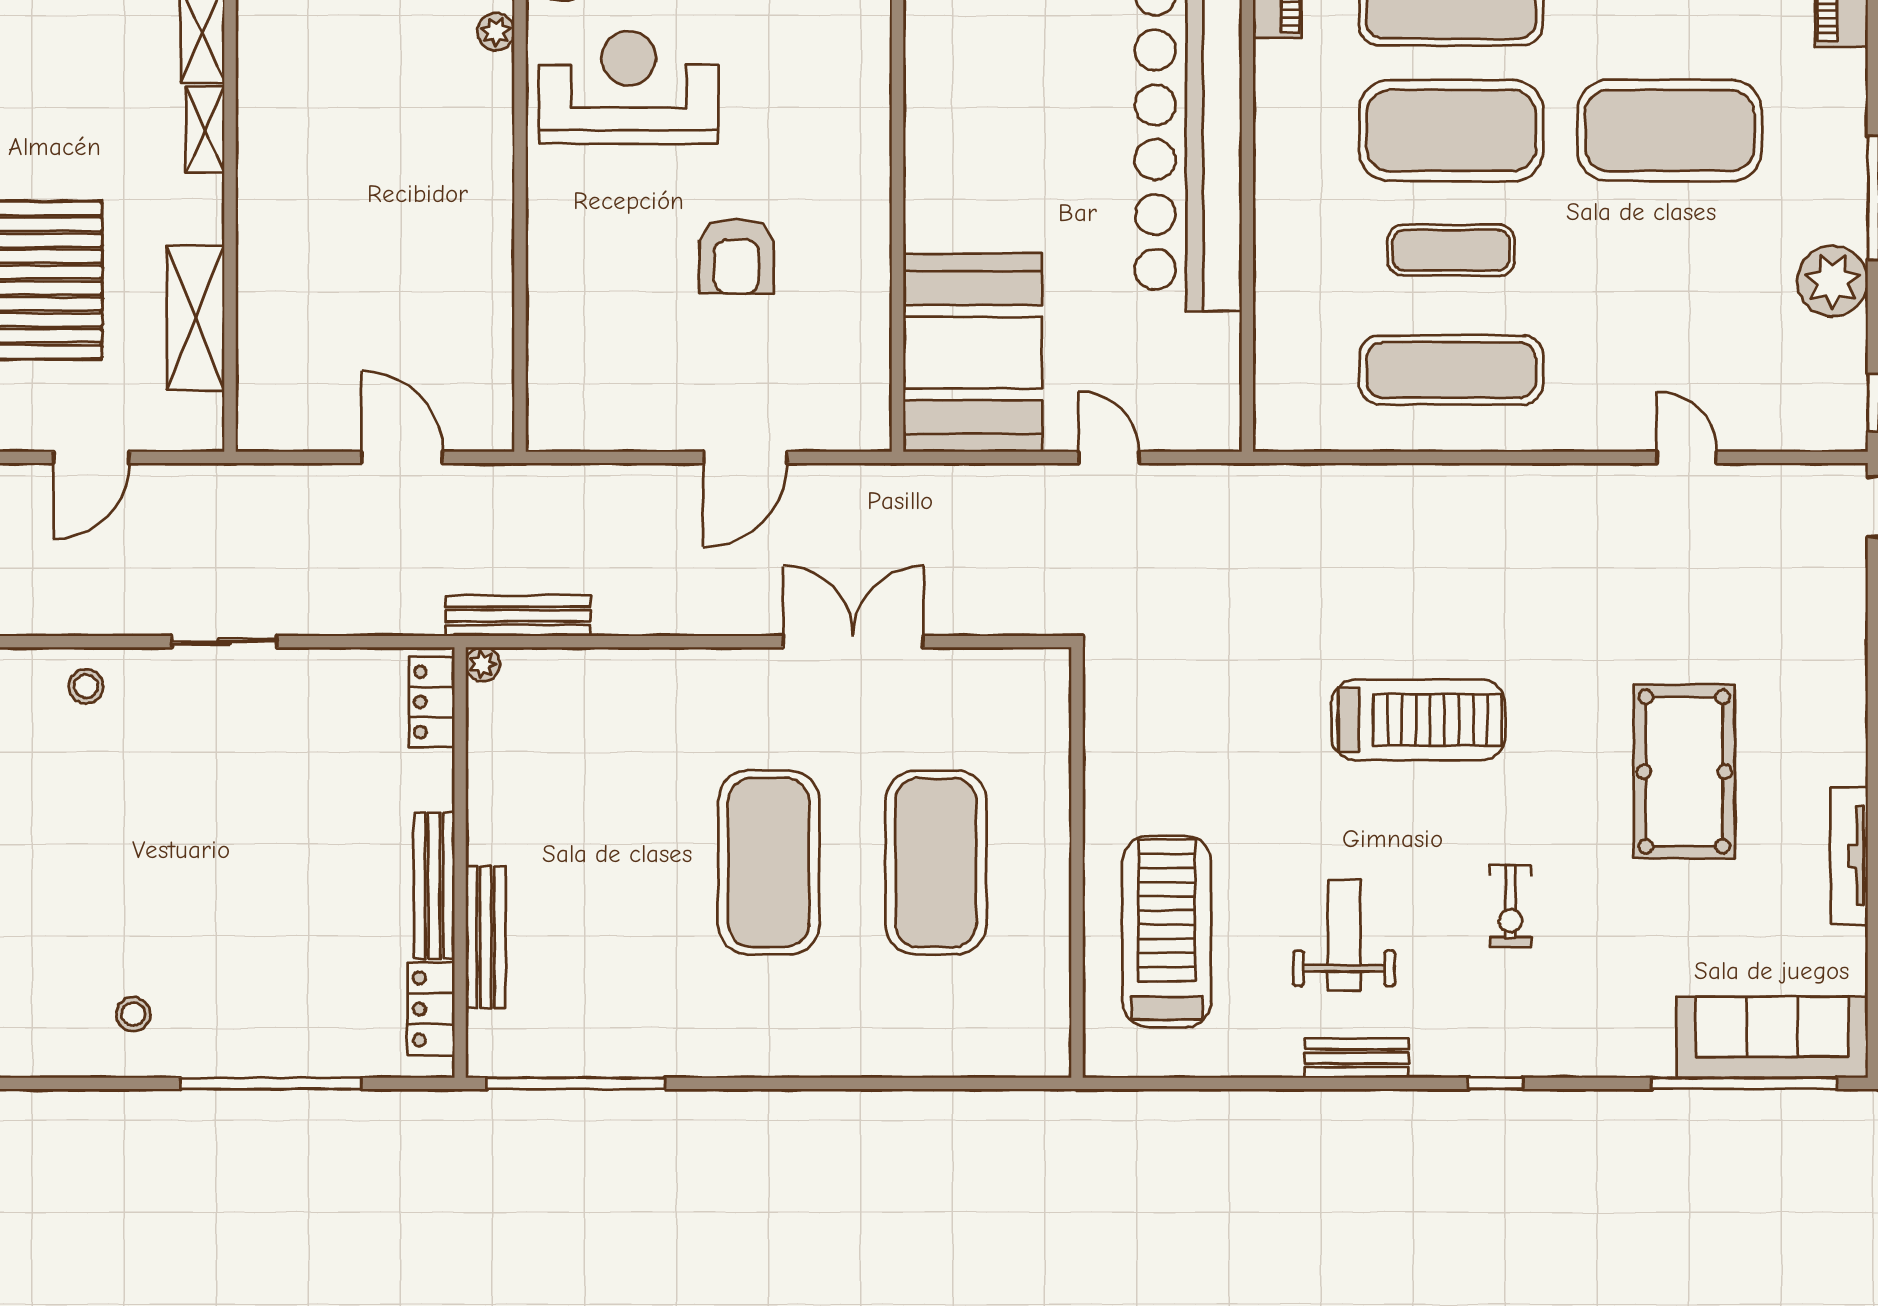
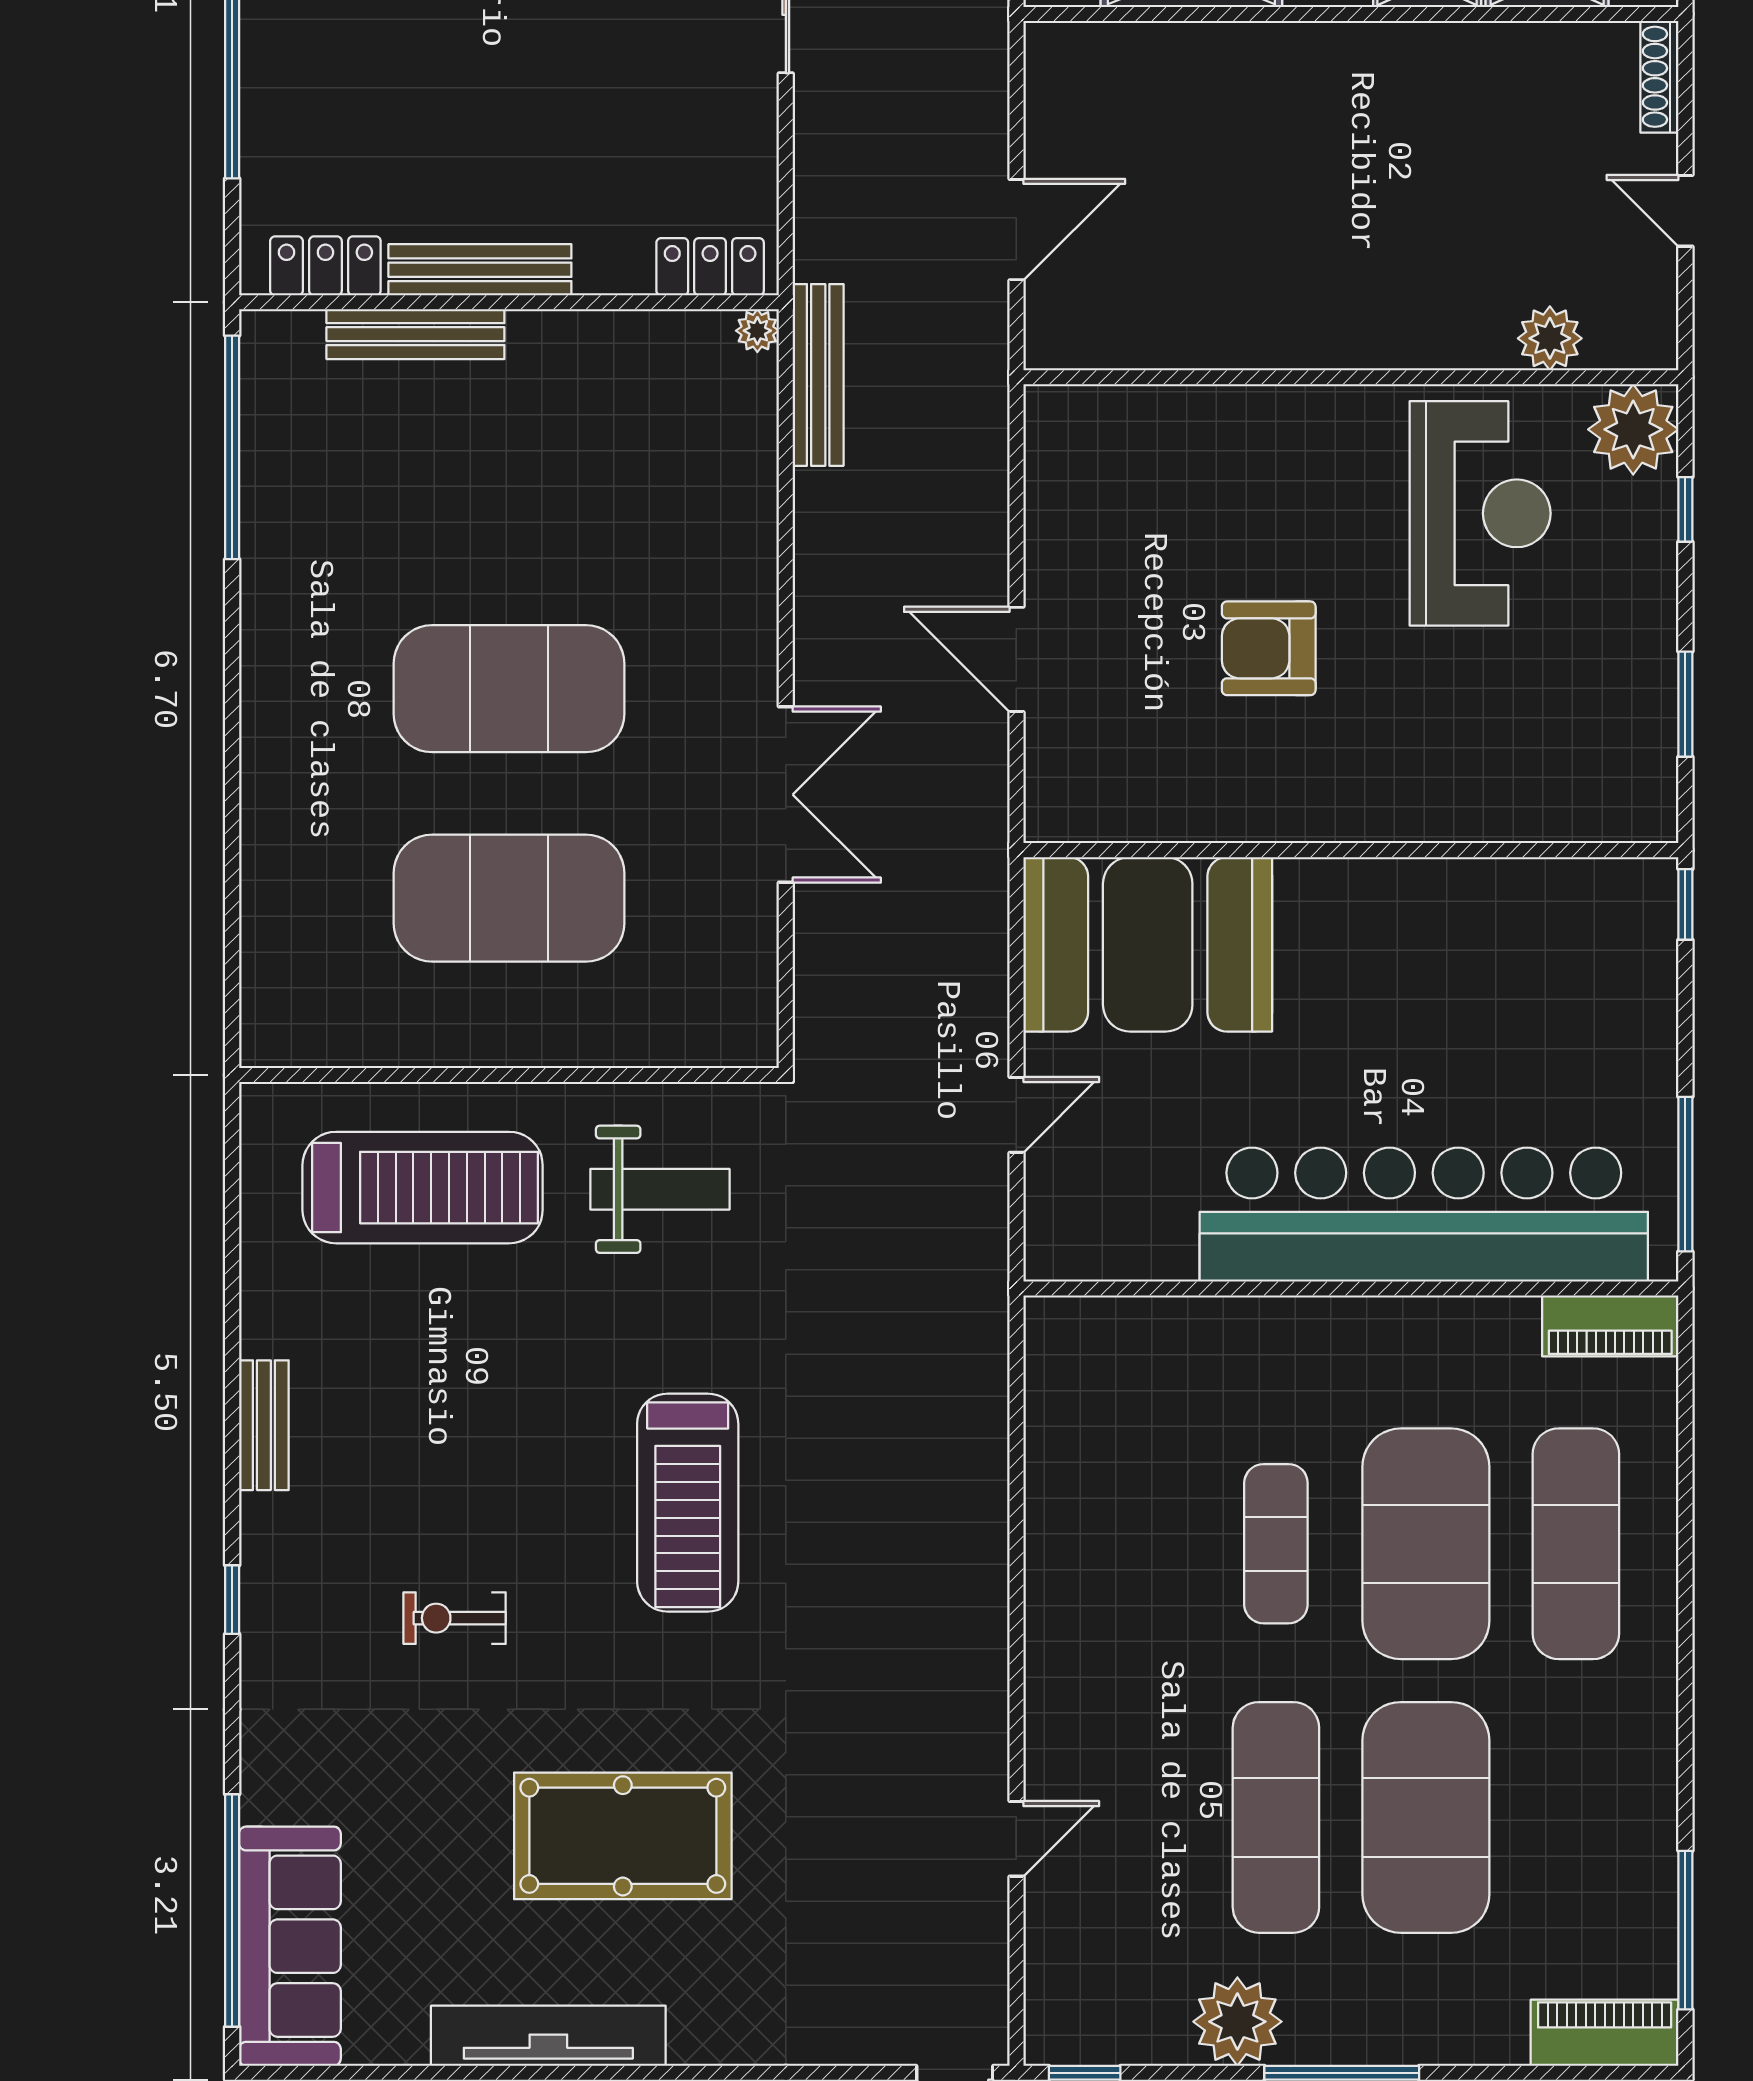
plant: (496, 32) -> (1550, 338), width x1.38, depth x1.38
exercise mat: (1451, 370) -> (1276, 1817), moved
tv unit: (1849, 856) -> (548, 2036), width x1.36, depth x1.29
weight bench: (1344, 935) -> (660, 1189), moved

